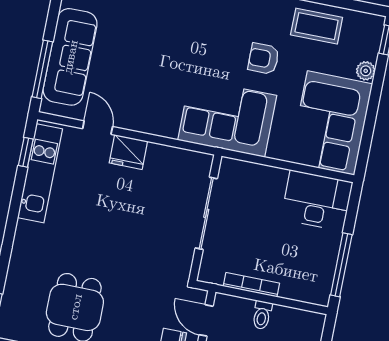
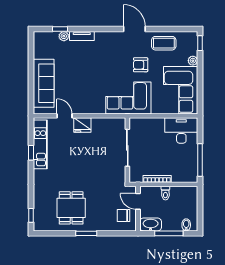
window: (42, 69) -> (31, 92), removed
window: (26, 152) -> (31, 153), moved

